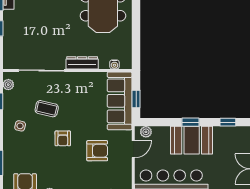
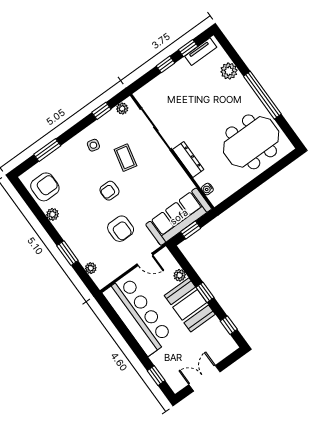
plant: (146, 132) -> (180, 275), moved

